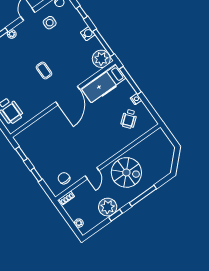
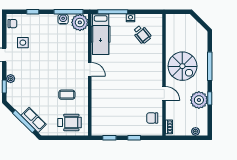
water cooler: (88, 34) -> (63, 19), moved
coffee table: (44, 71) -> (67, 95), moved
door: (68, 96) -> (90, 69), width x0.53
spiral stairs: (126, 172) -> (182, 66), turned 90

